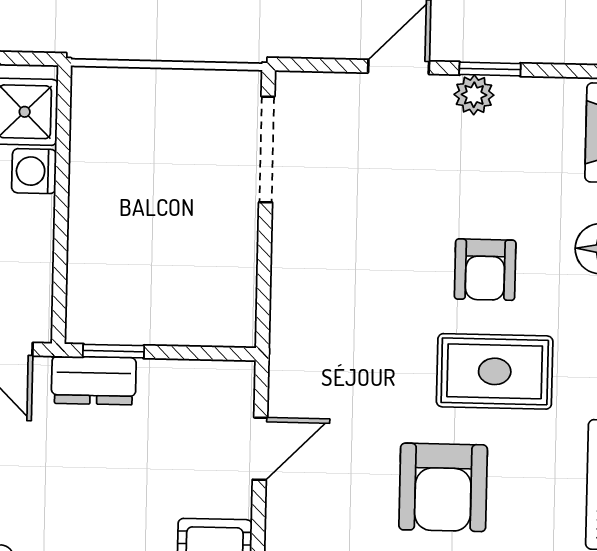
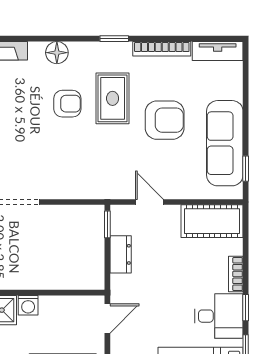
window: (113, 351) -> (107, 224), moved
dresser: (94, 380) -> (121, 254), moved

